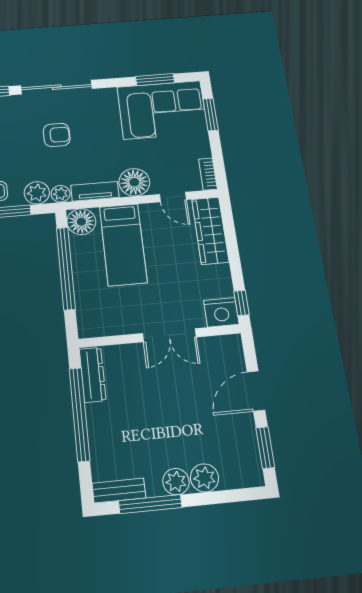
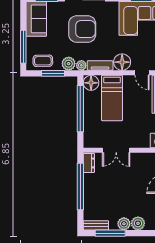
armchair: (57, 135) -> (82, 29), width x1.88, depth x1.88
double door: (169, 335) -> (116, 150), moved
dresser: (93, 375) -> (89, 163), width x0.70

